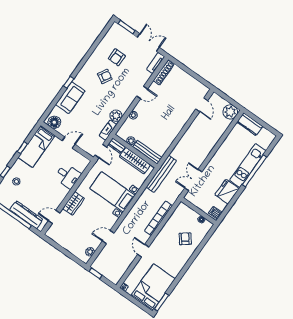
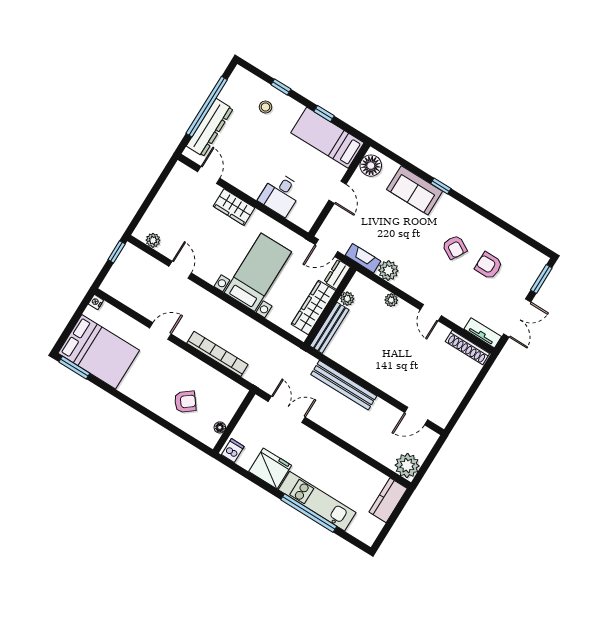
bench: (161, 174) -> (344, 385), moved

